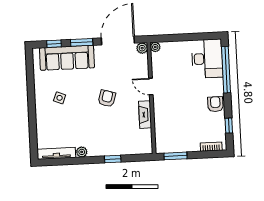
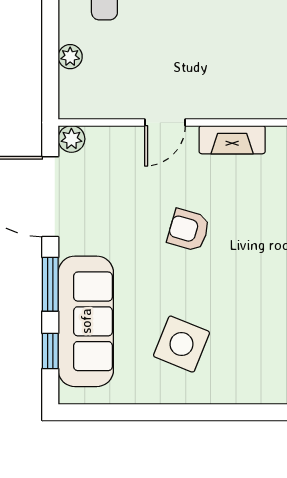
plant: (155, 47) -> (70, 57), moved
side table: (60, 98) -> (182, 344), width x1.87, depth x1.87

